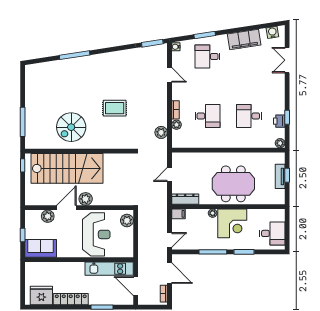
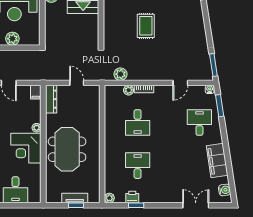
window: (205, 35) -> (220, 106), moved
plant: (127, 220) -> (12, 39), moved

